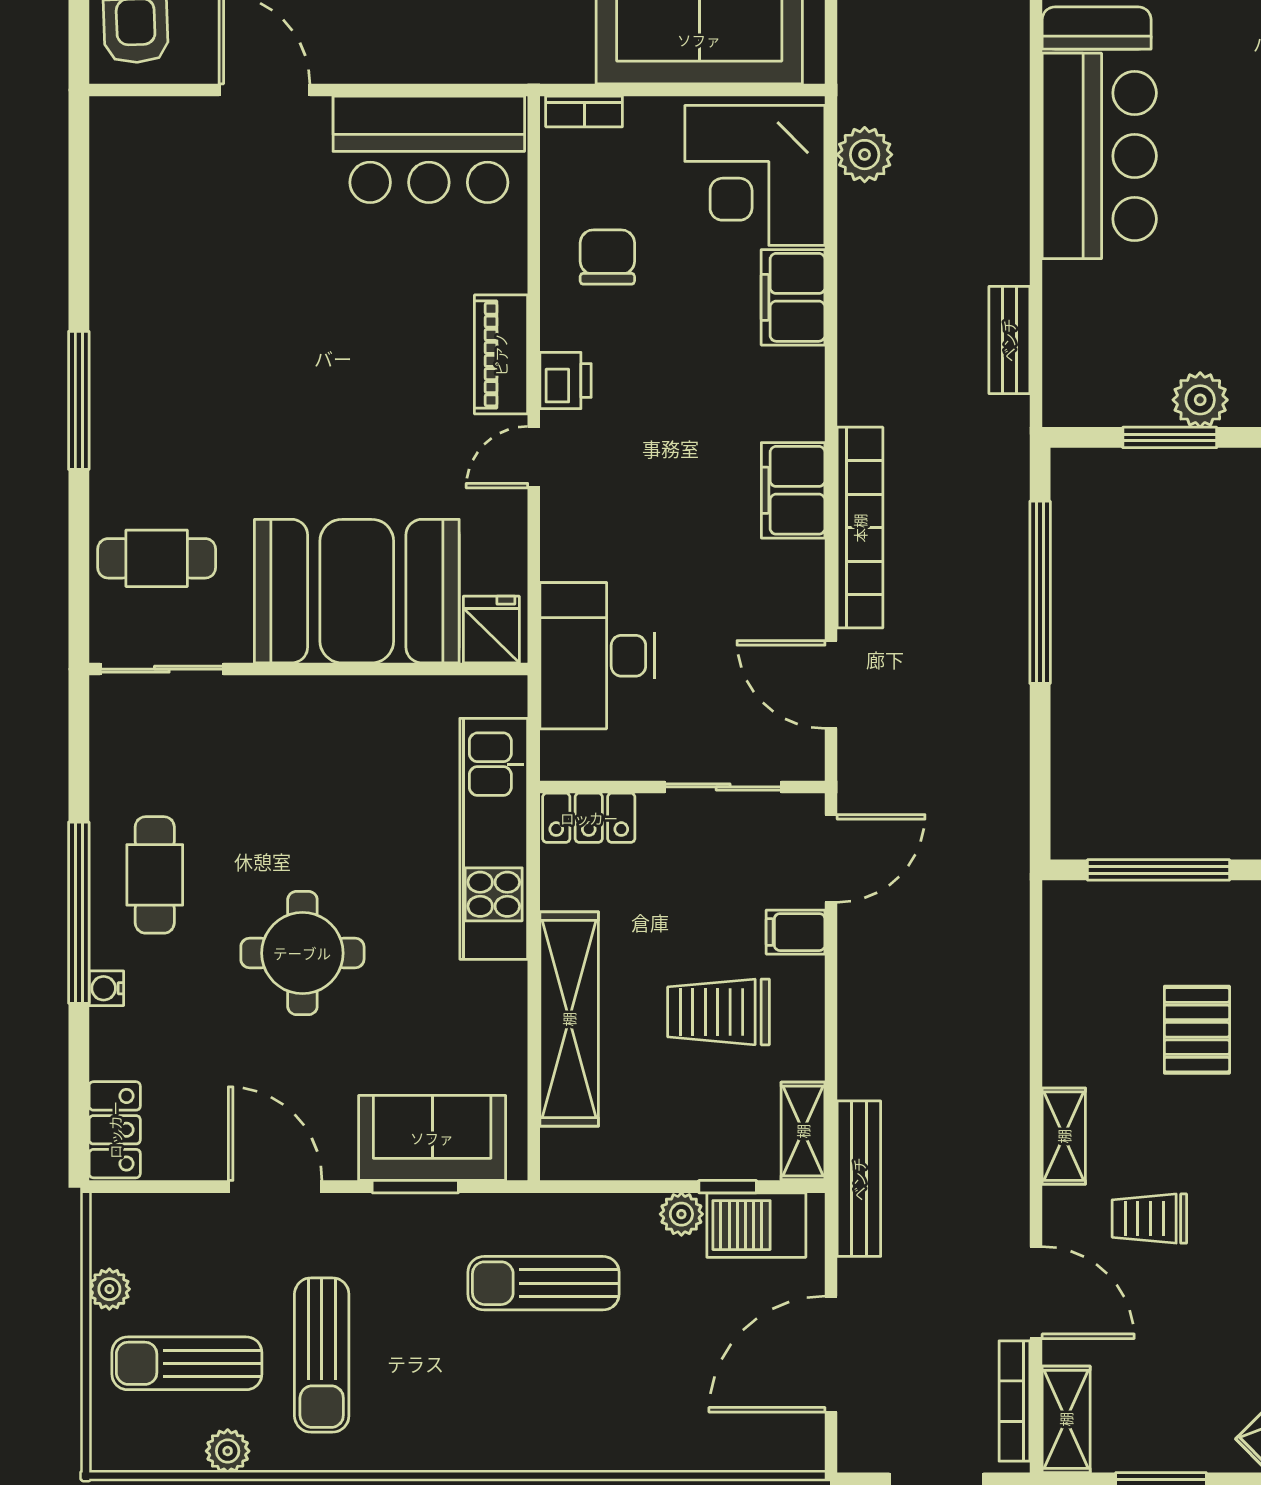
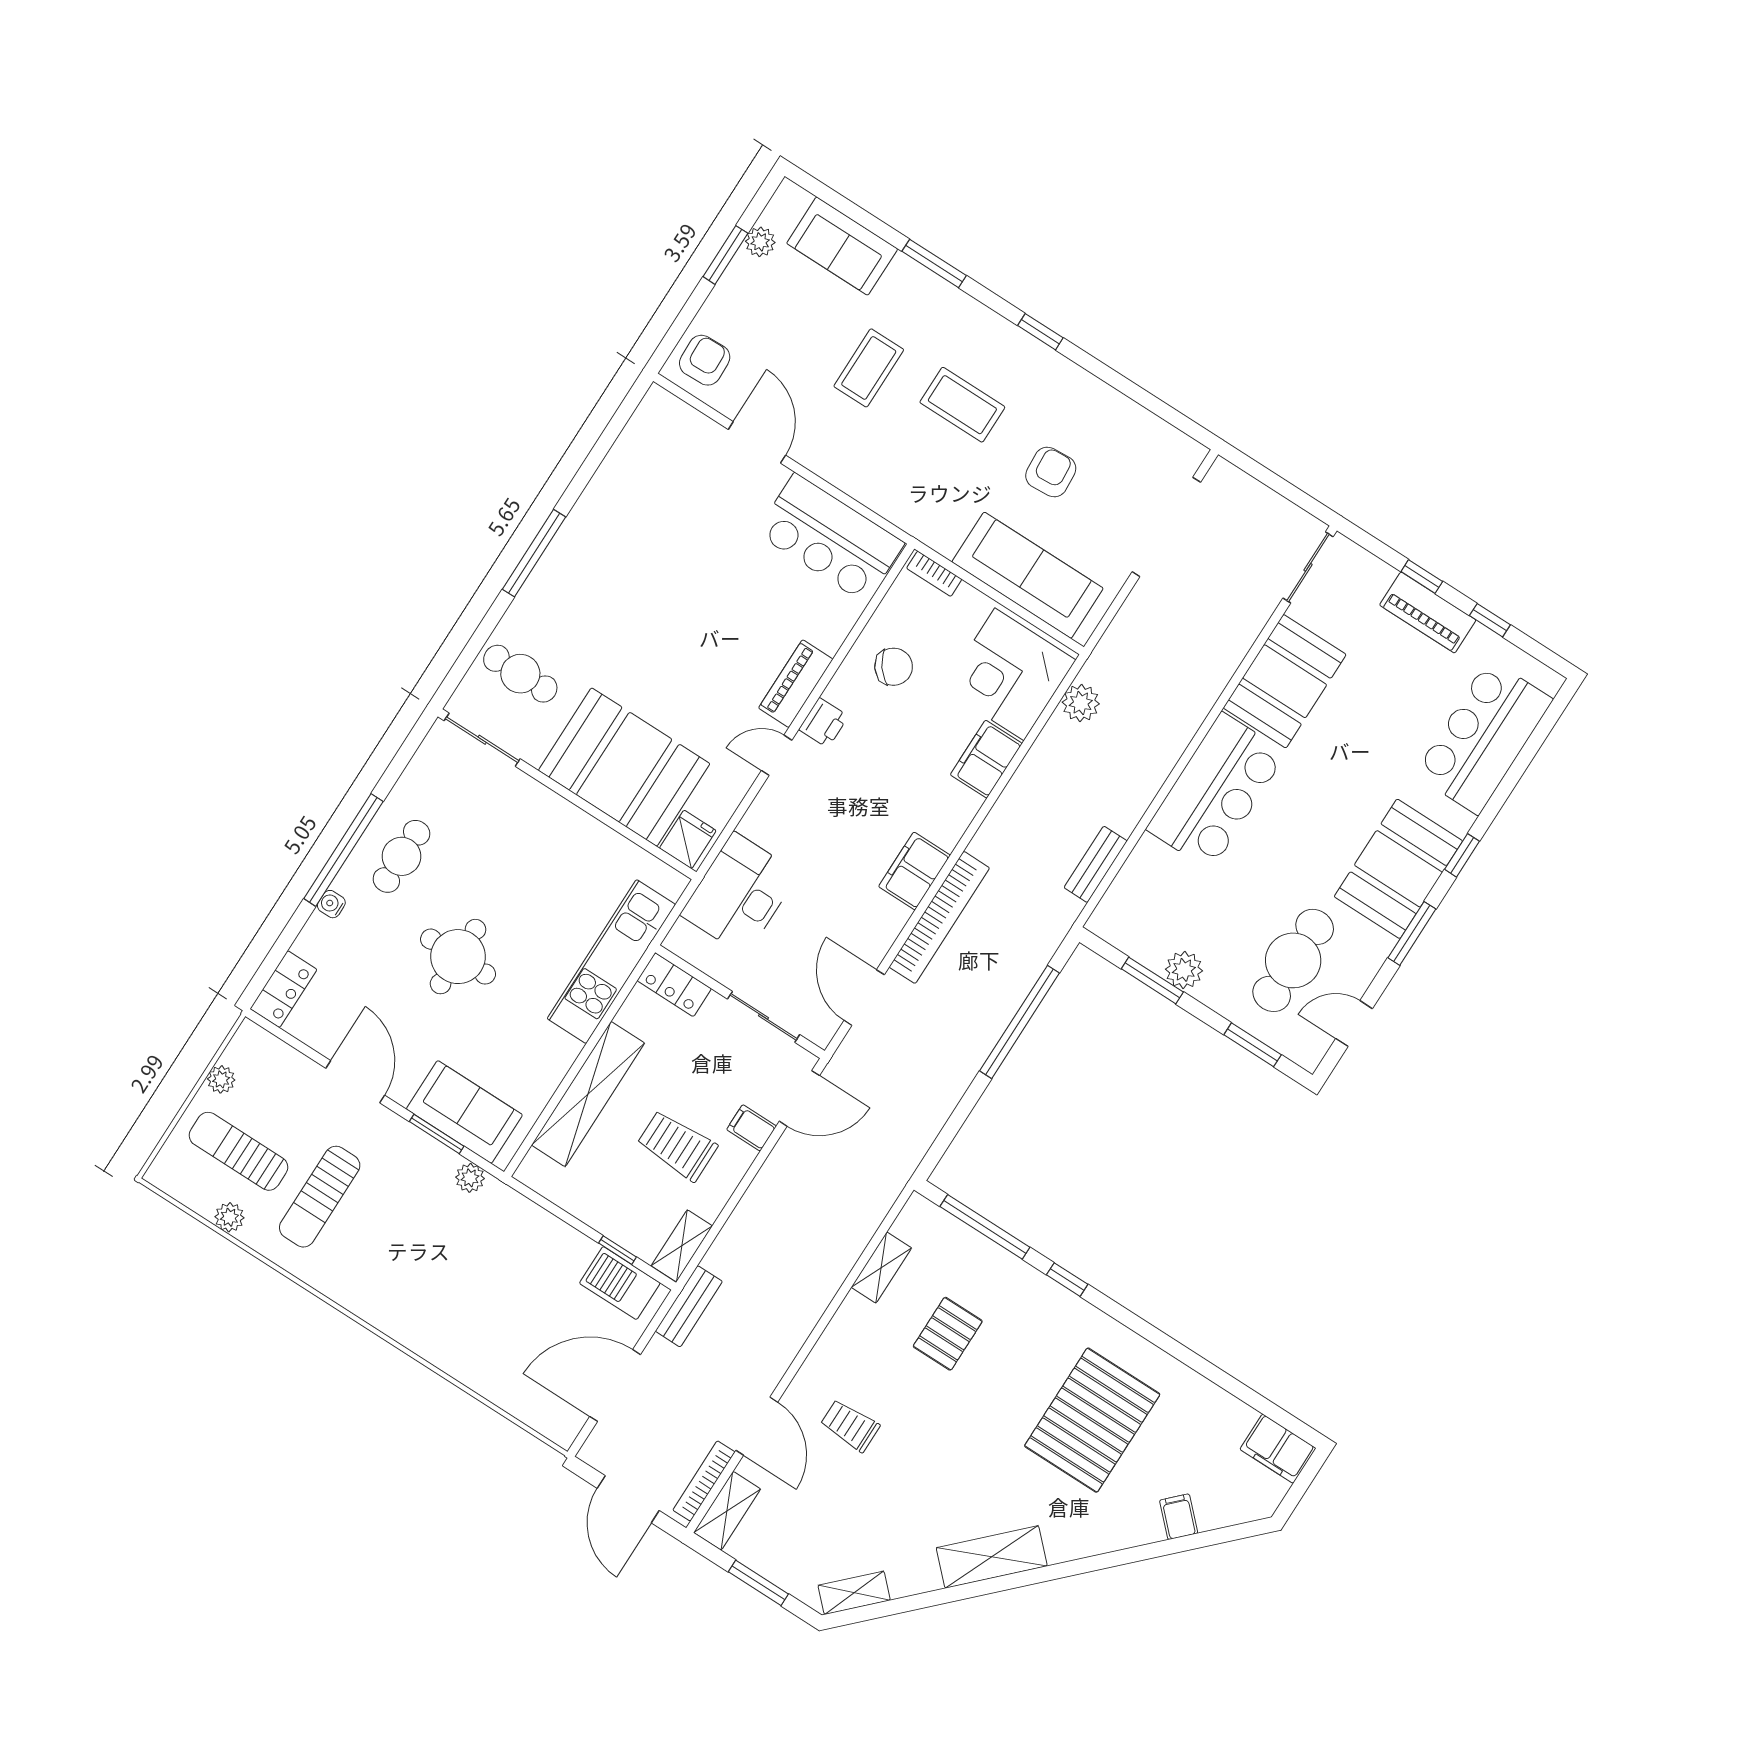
chair: (607, 257) -> (894, 667), turned 53
shelving: (1064, 1136) -> (881, 1268), moved
bench: (859, 1179) -> (689, 1306), width x0.73
plant: (681, 1214) -> (470, 1178), moved
sun lounger: (544, 1283) -> (475, 1238), removed

